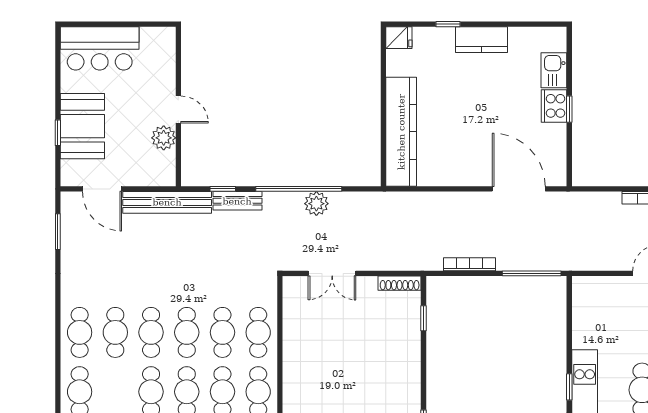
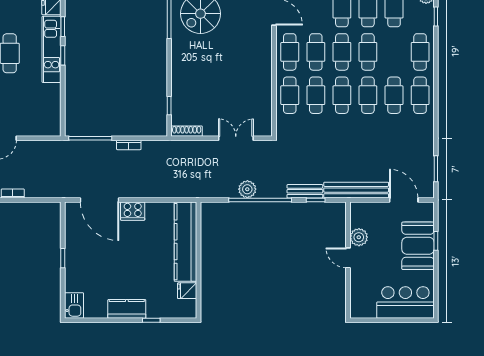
fridge: (399, 38) -> (187, 291), moved
kitchen sink: (554, 70) -> (74, 305), moved
cooker: (554, 106) -> (133, 211), moved, turned 90
bookcase: (469, 264) -> (129, 145), width x0.64

